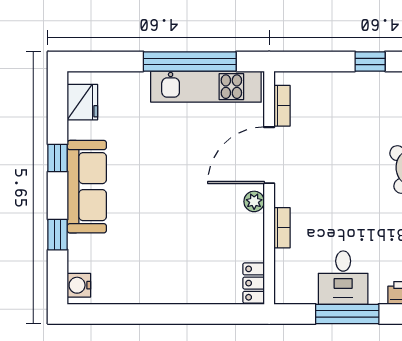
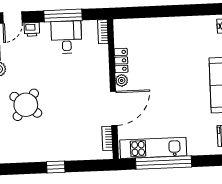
bookcase: (282, 228) -> (103, 32), moved
locker: (254, 283) -> (121, 60), moved

